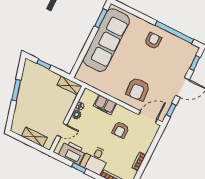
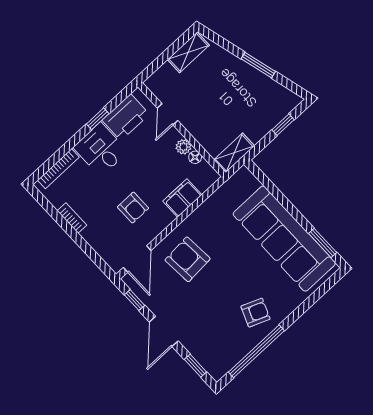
armchair: (153, 41) -> (256, 313), turned -68
armchair: (120, 130) -> (133, 208), turned 180
shelving: (34, 137) -> (188, 52), moved

